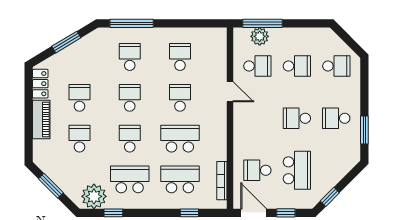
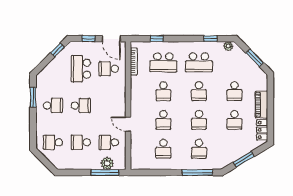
school desk: (180, 139) -> (163, 91), width x0.54
school desk: (257, 170) -> (109, 69), turned 180
plant: (94, 196) -> (228, 46), width x0.53, depth x0.53

